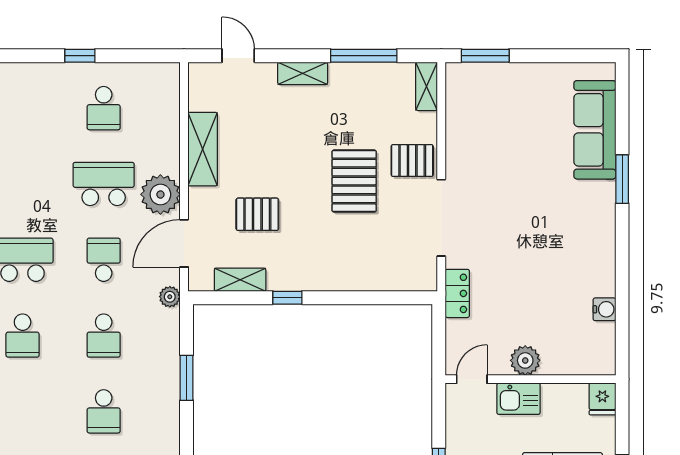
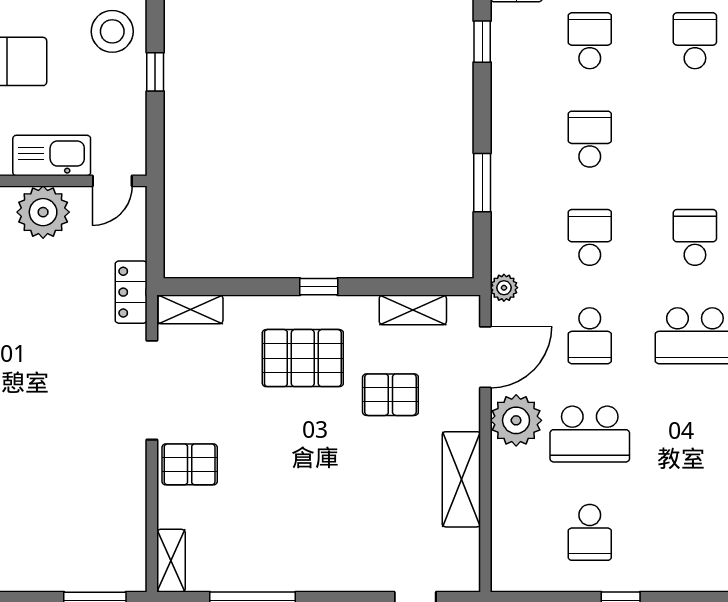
shelving: (303, 73) -> (190, 309), moved
school desk: (104, 108) -> (590, 532), turned 180
pallet: (354, 181) -> (303, 358), moved, turned 90
window: (287, 298) -> (319, 287), moved
plant: (525, 360) -> (43, 212), width x1.36, depth x1.36
kitchen sink: (519, 399) -> (52, 156), width x1.38

